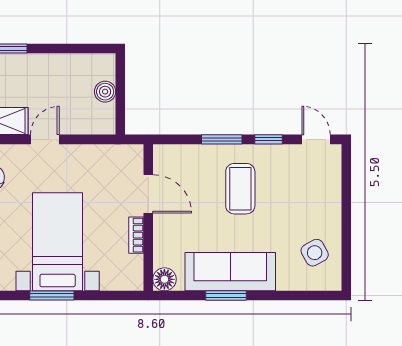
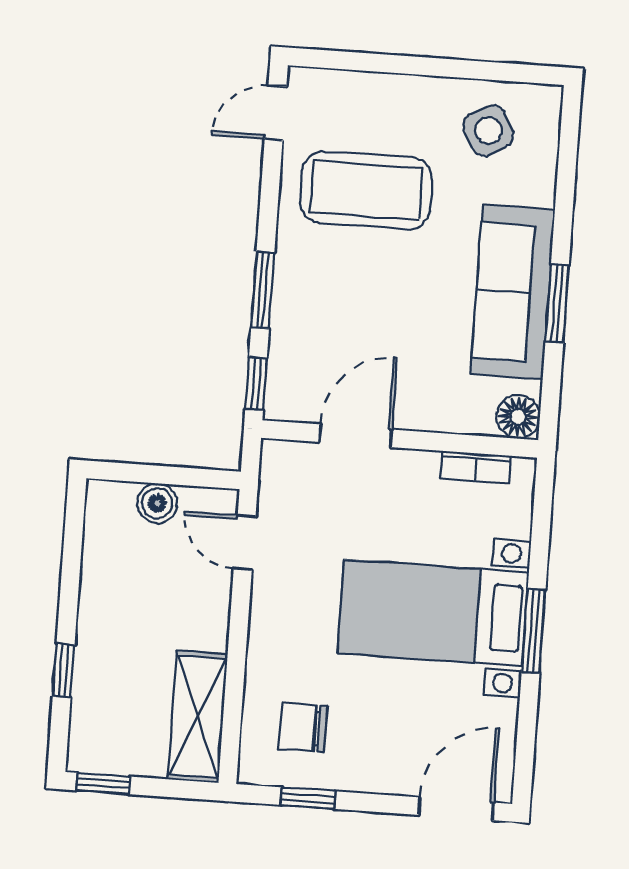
door: (45, 139) -> (245, 543), moved
window: (269, 139) -> (256, 384), moved
coffee table: (240, 189) -> (366, 190), moved, width x1.36, depth x1.32
bookcase: (136, 235) -> (476, 467), moved

